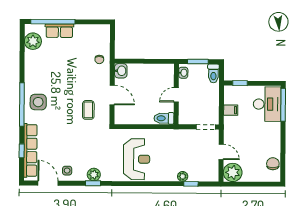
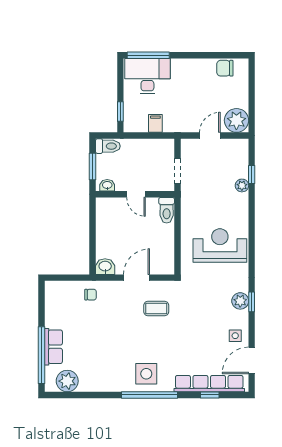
doorway: (206, 127) -> (177, 171), moved

